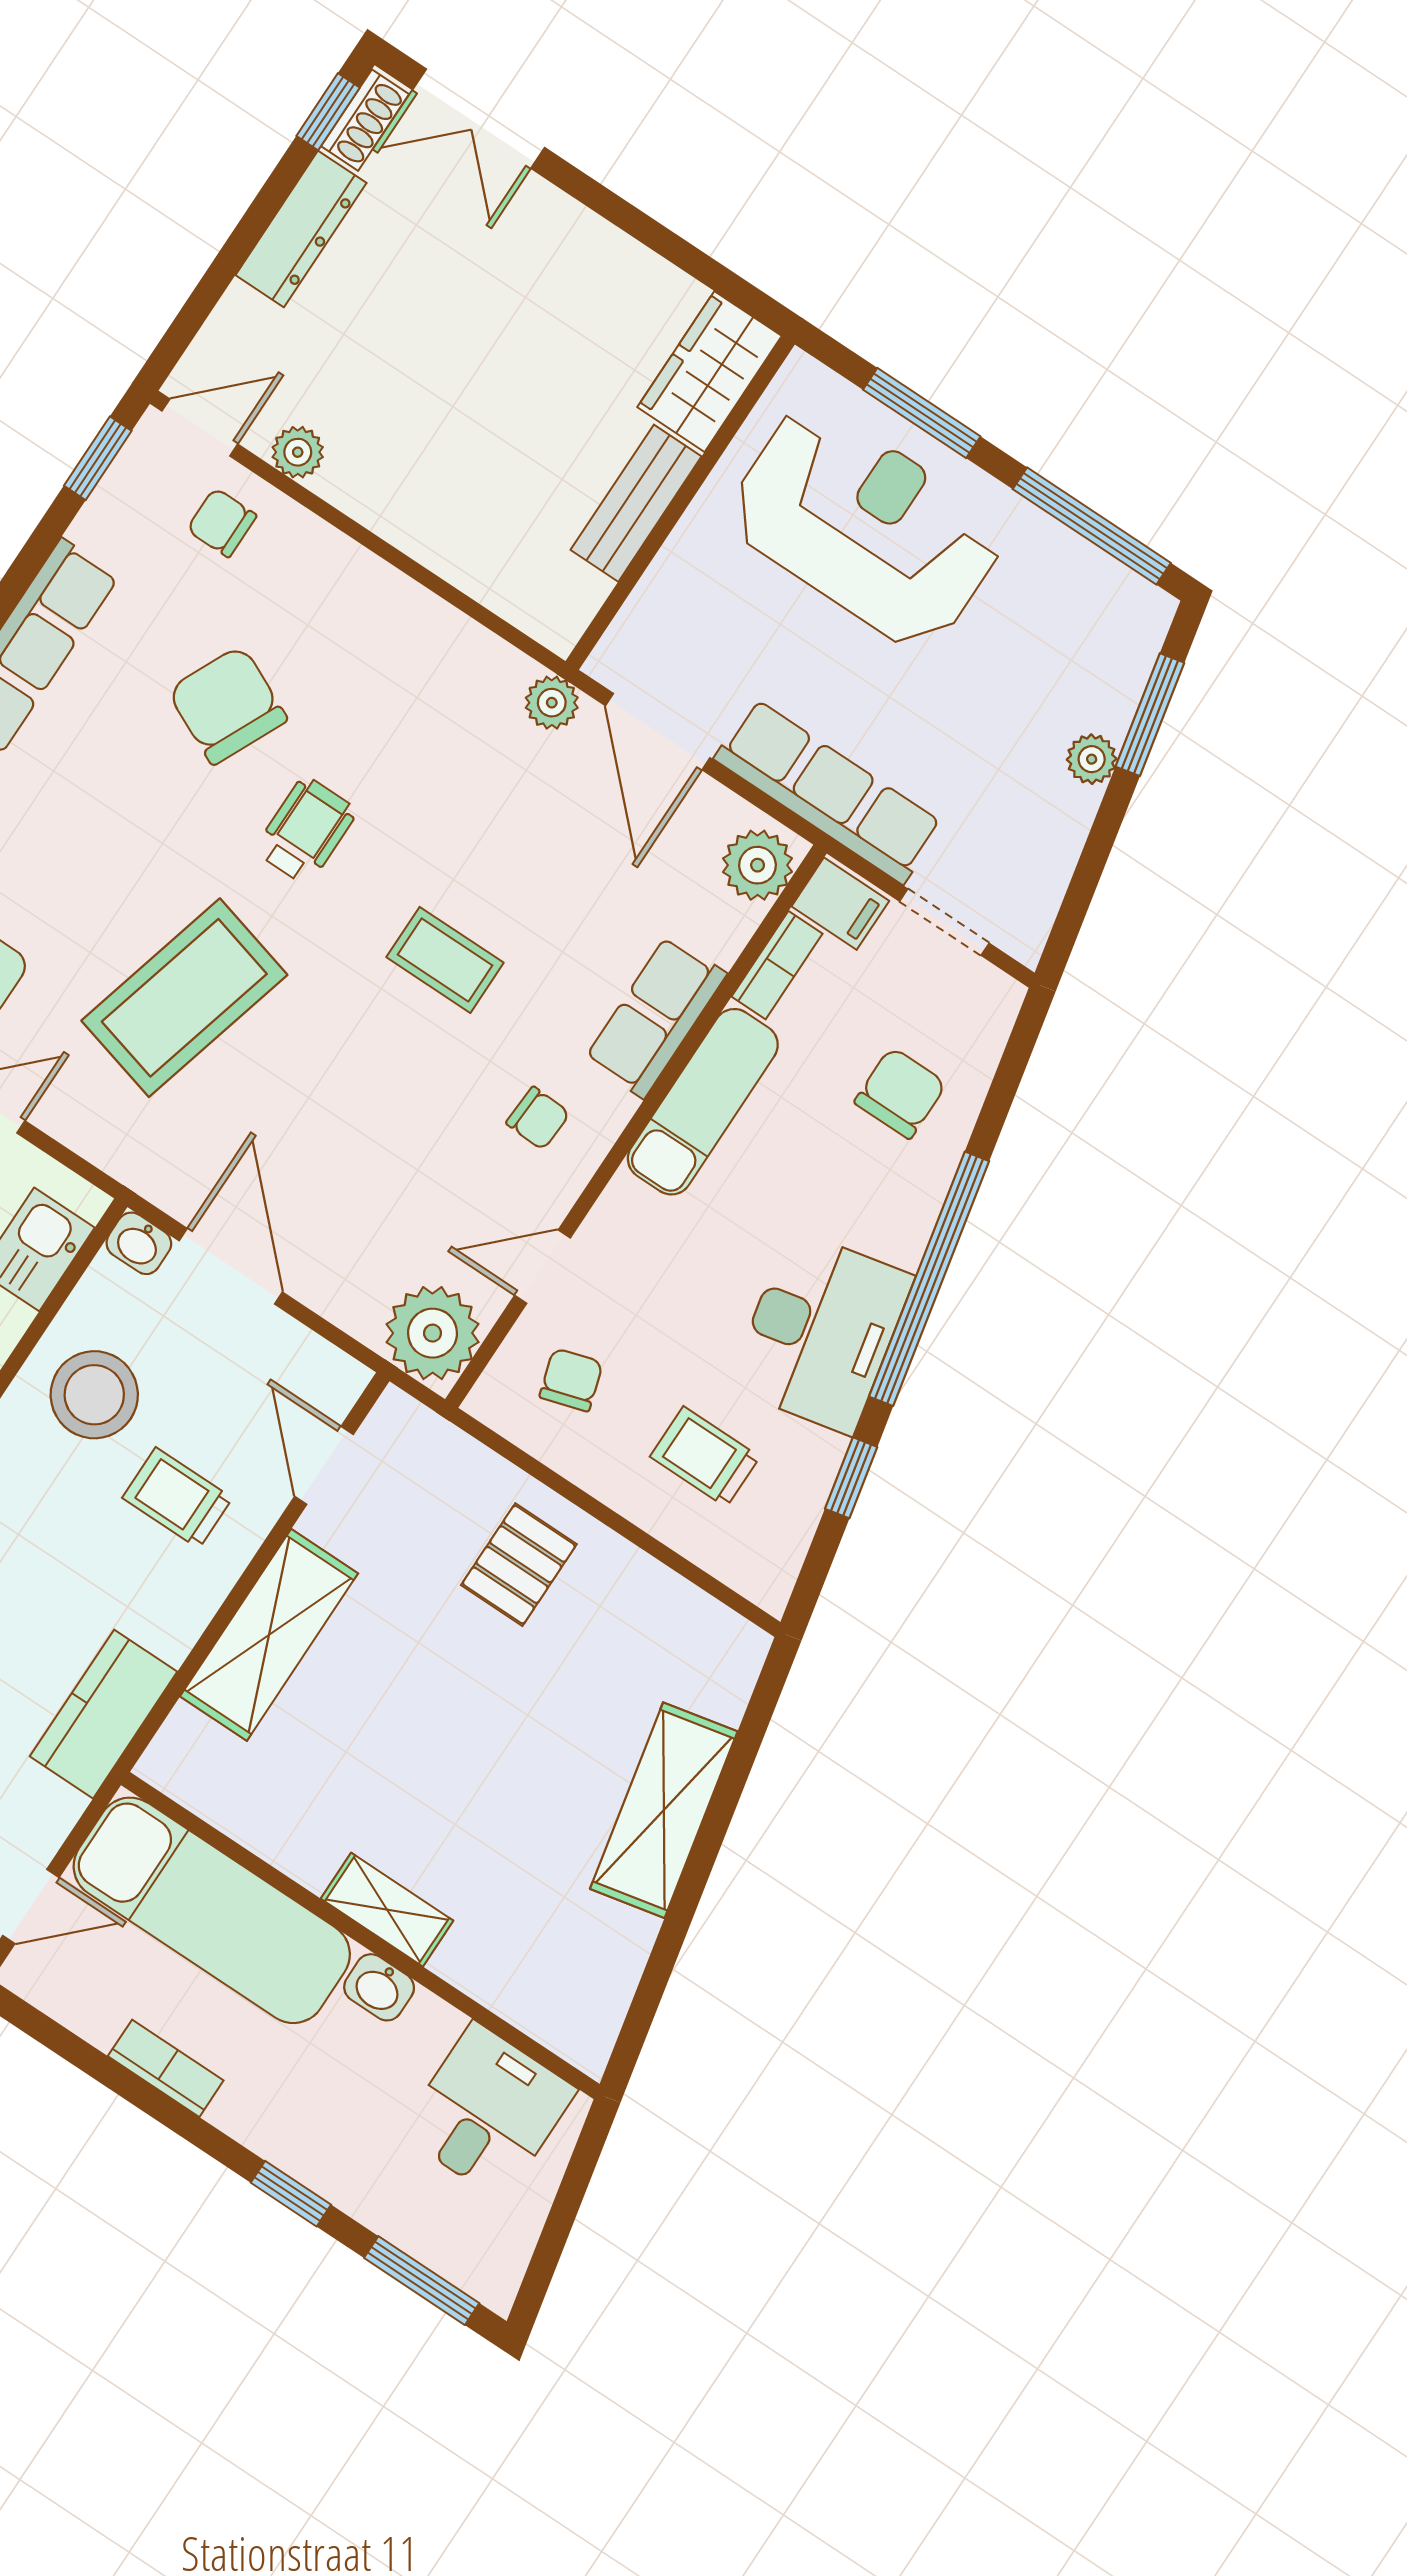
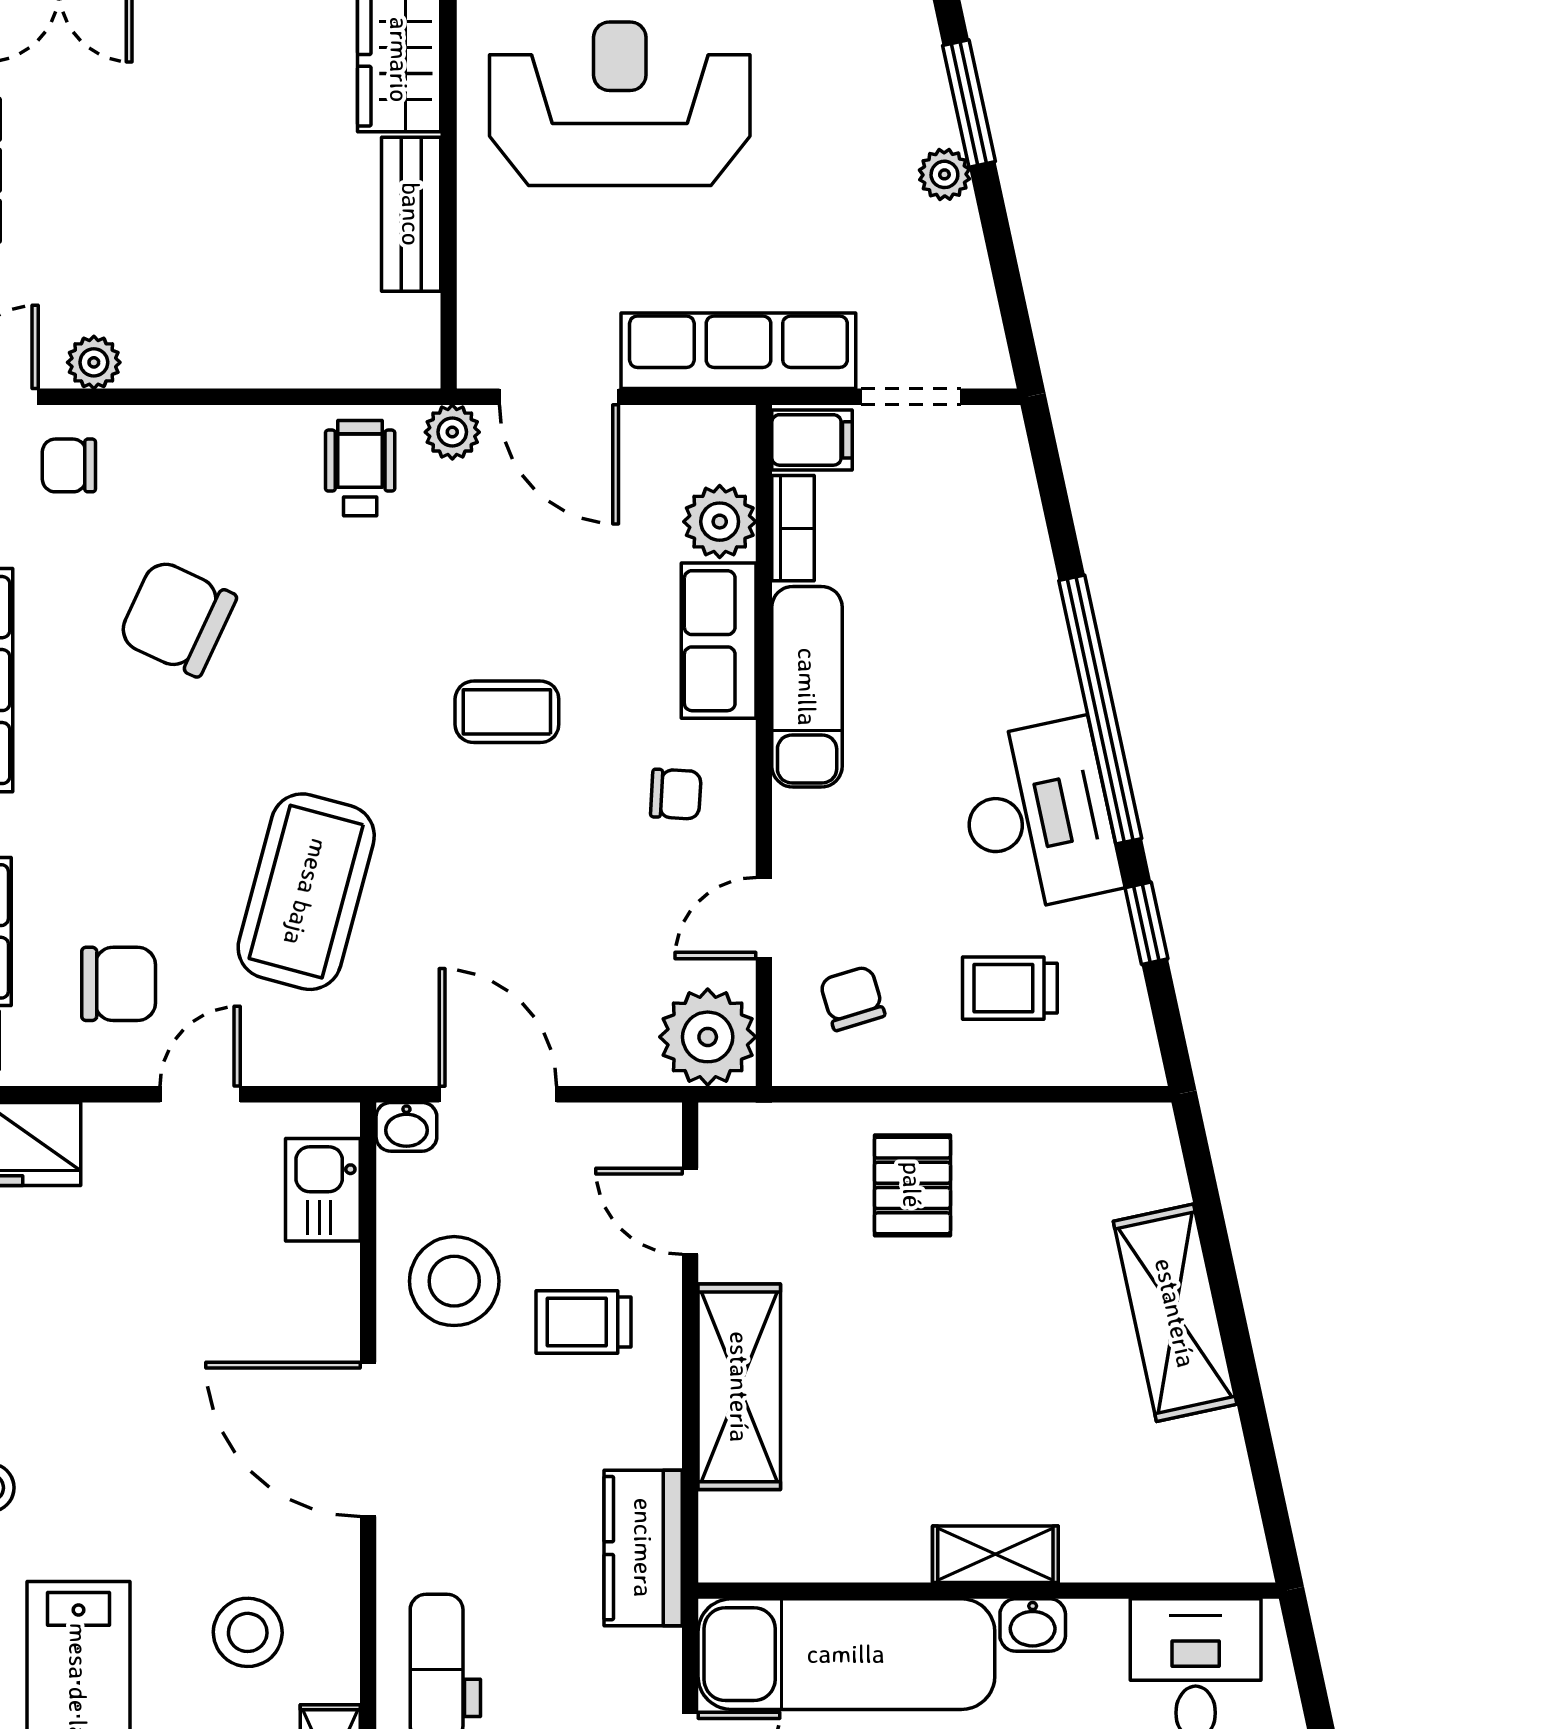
wheelchair: (306, 831) -> (360, 468), moved
plant: (758, 865) -> (720, 522), moved
chair: (900, 1093) -> (971, 567), removed

